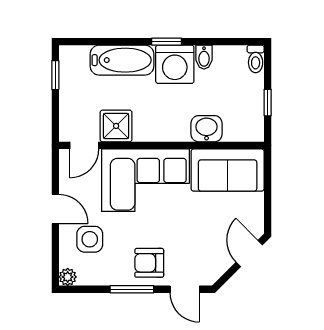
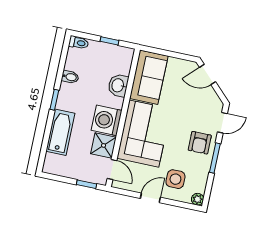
washing machine: (175, 64) -> (107, 120), moved, turned 180
window: (55, 75) -> (87, 184), moved

